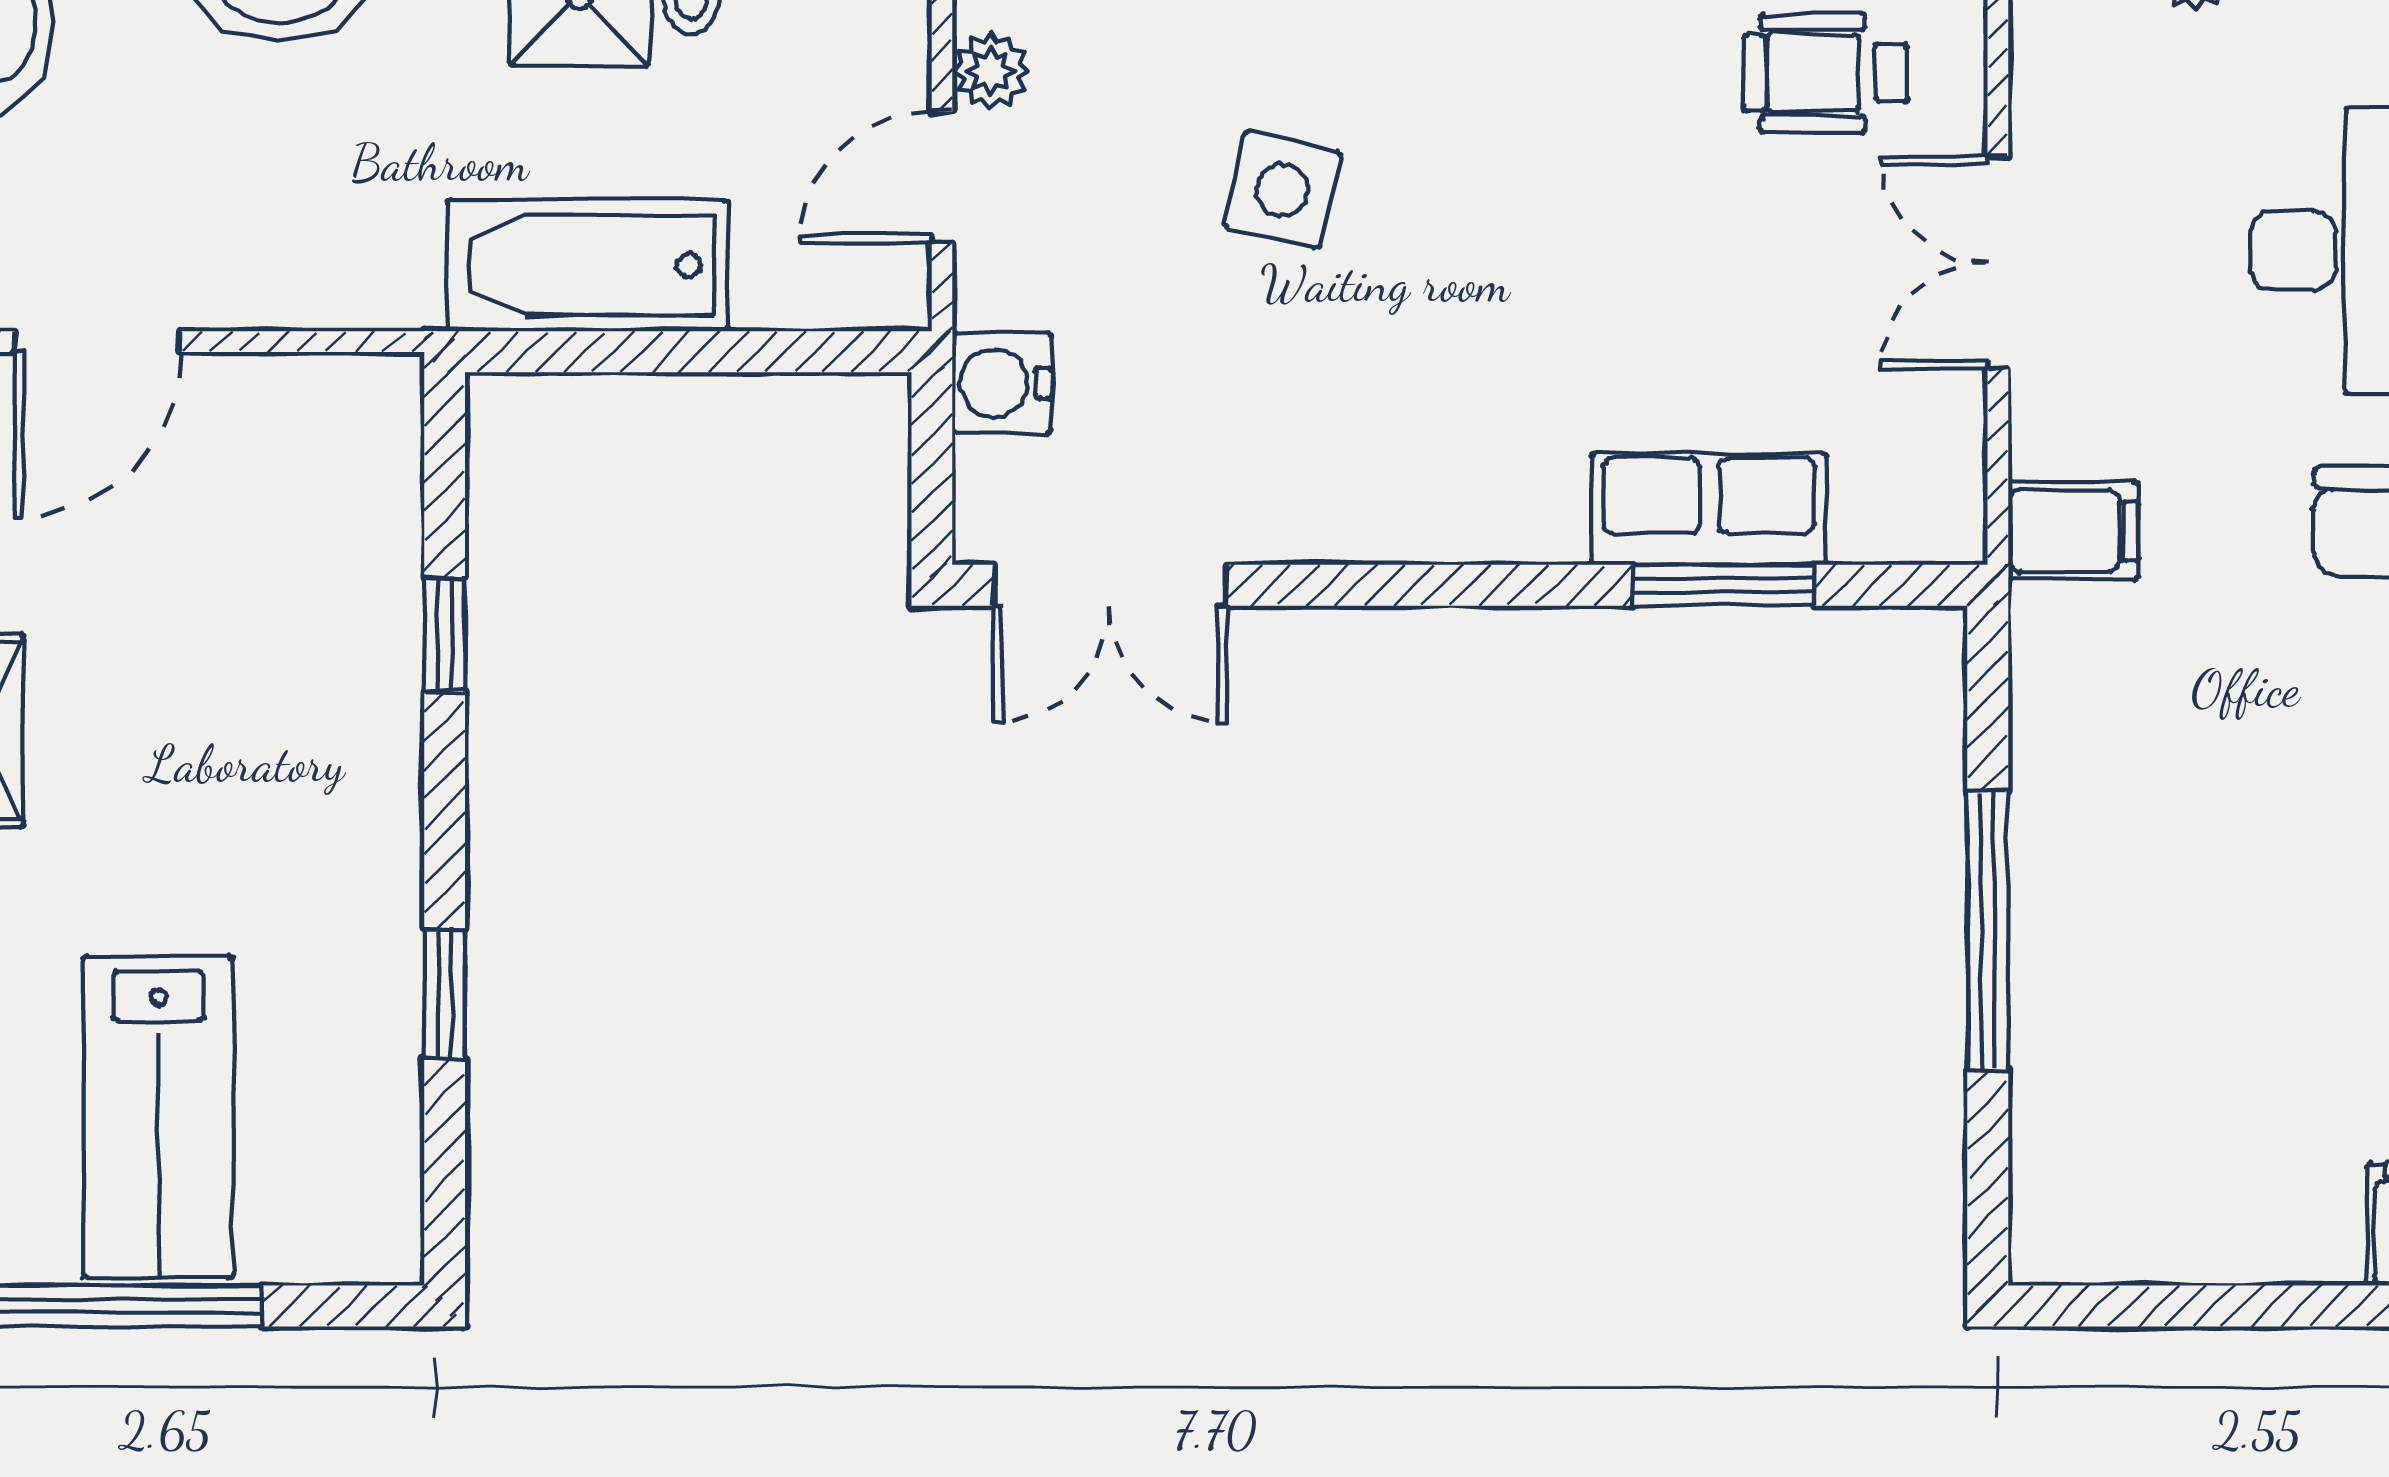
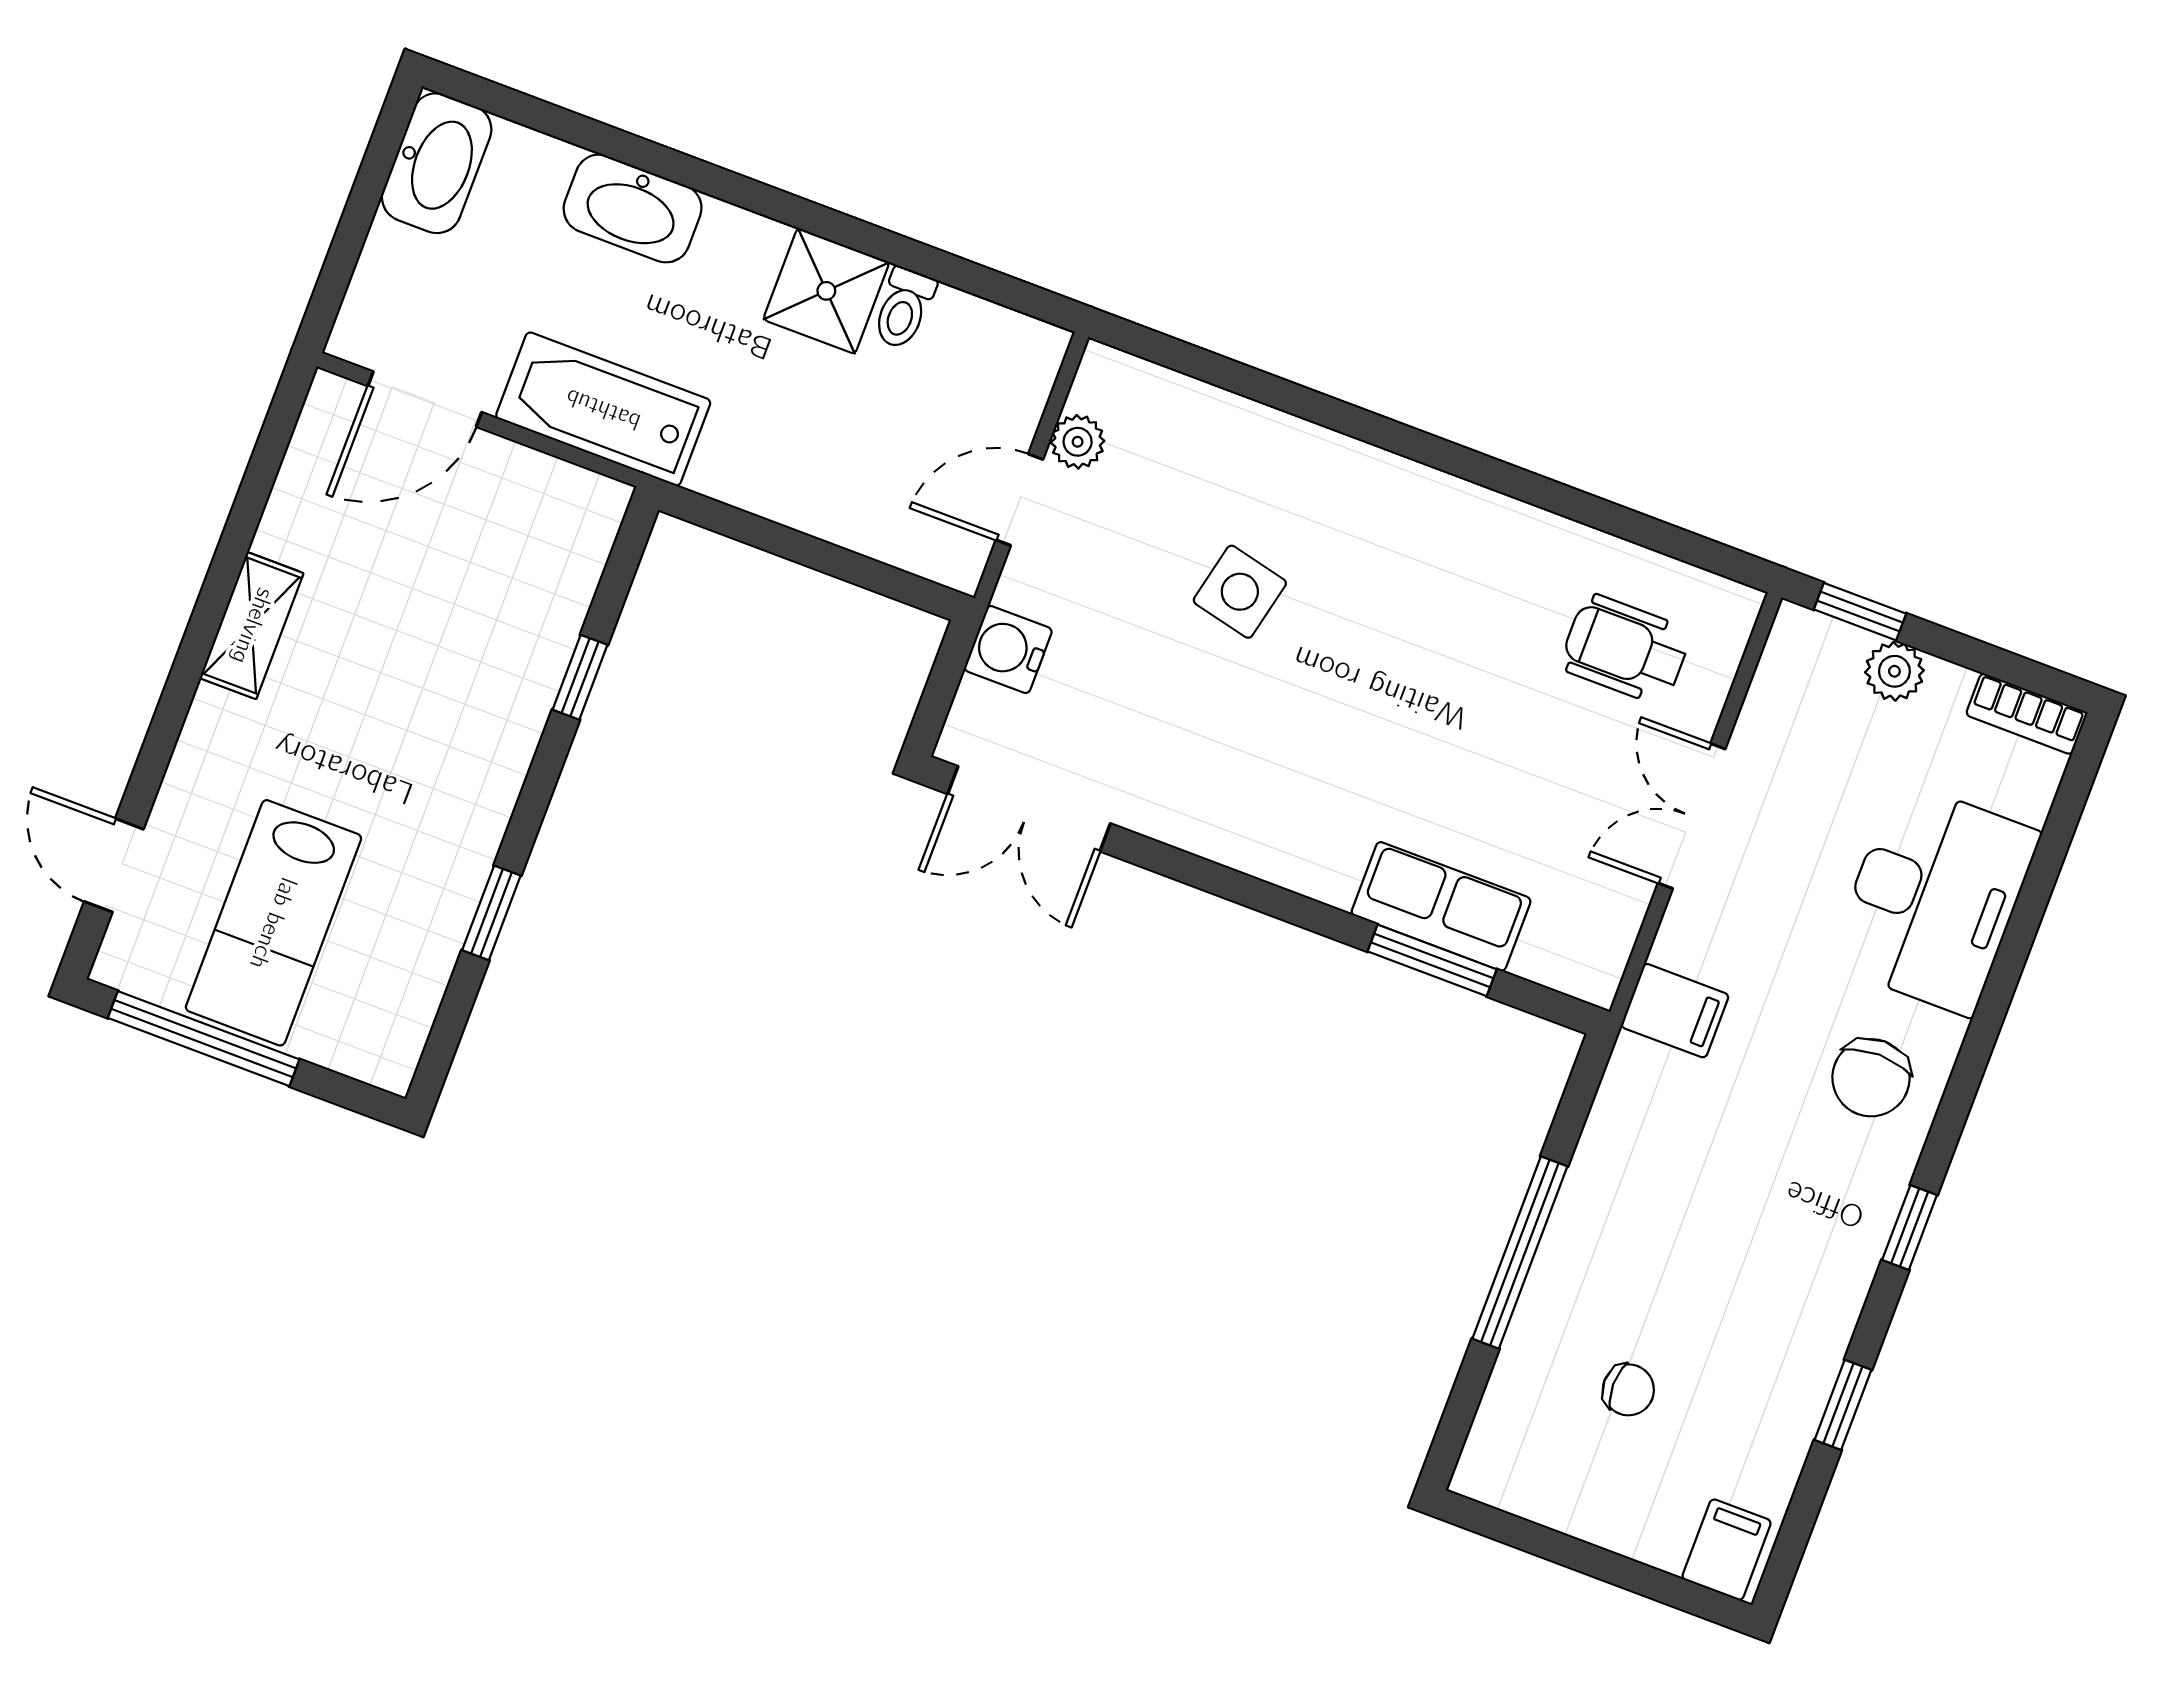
bathtub: (588, 265) -> (603, 409), moved
chair: (2201, 1060) -> (1628, 1390), added

